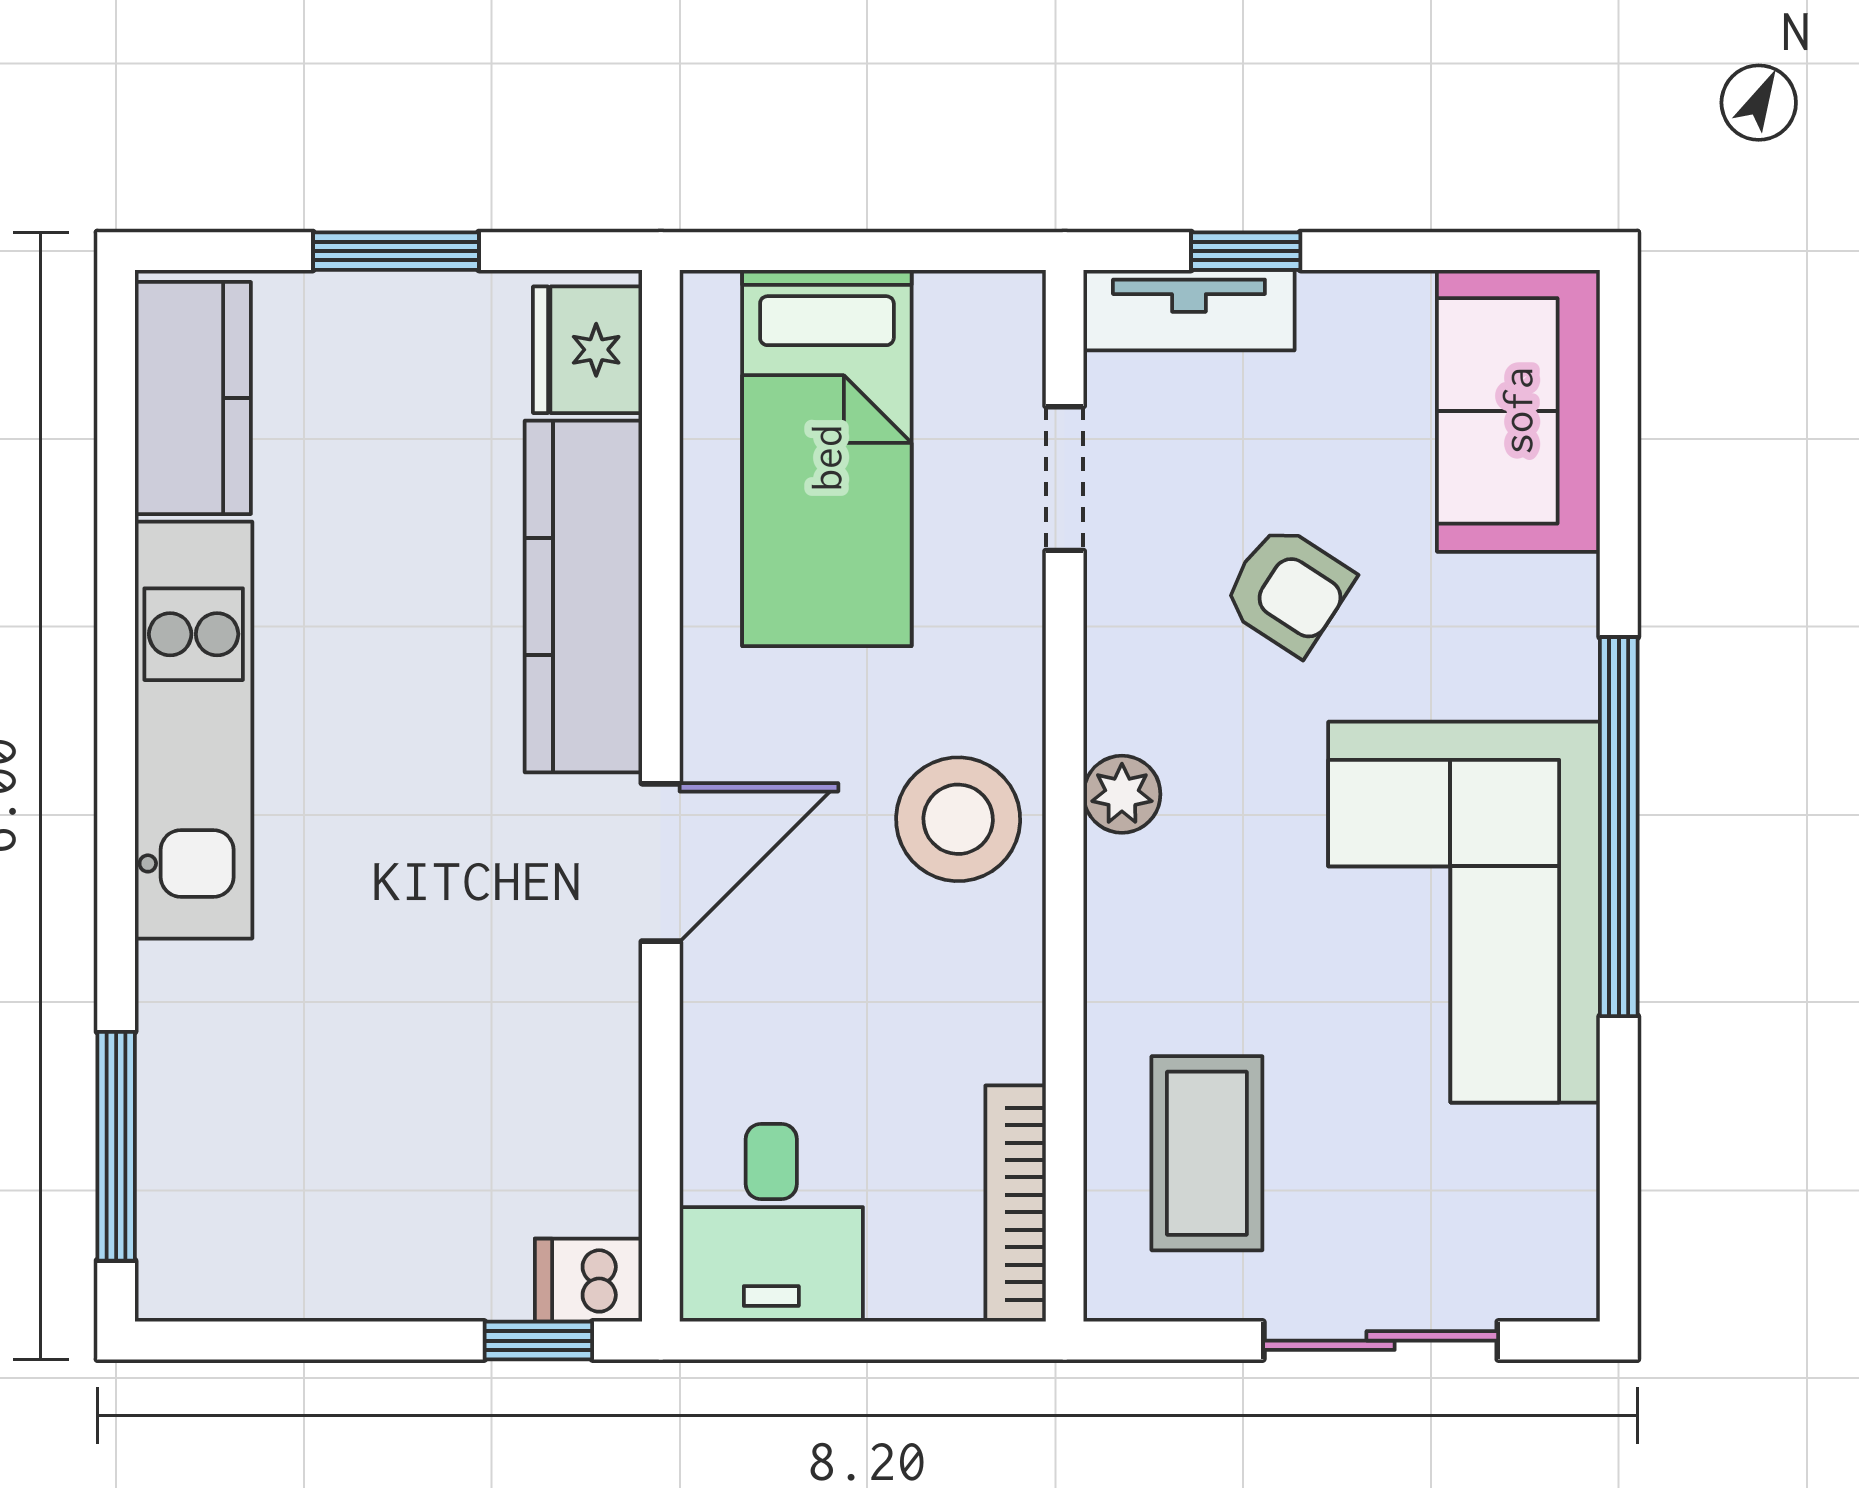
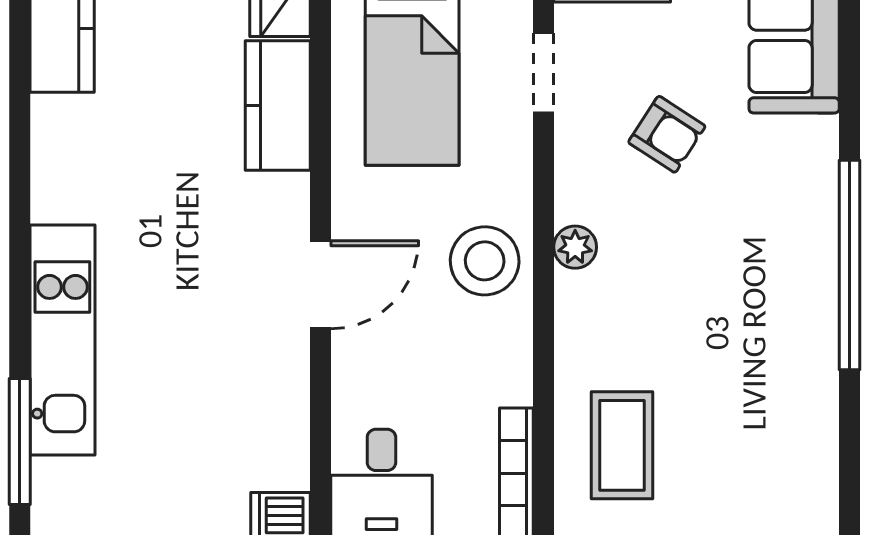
kitchen counter: (583, 596) -> (278, 105), width x0.67
kitchen unit: (194, 730) -> (62, 340), moved
corner sofa: (1464, 912) -> (764, 312), removed

